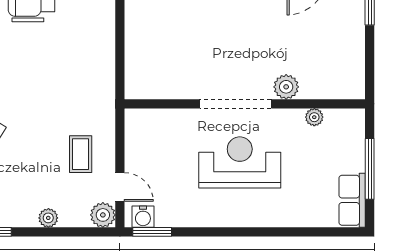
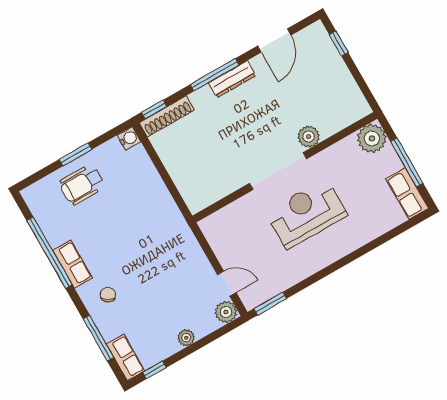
plant: (314, 117) -> (372, 138), moved, width x1.88, depth x1.88
coffee table: (81, 154) -> (183, 276), removed
water cooler: (143, 217) -> (257, 296), removed

